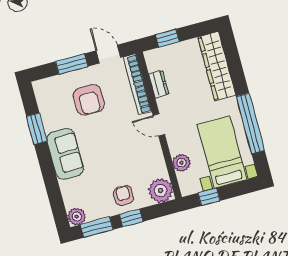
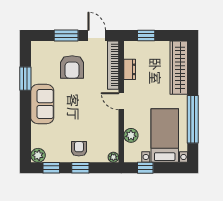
plant: (161, 191) -> (113, 157), width x0.53, depth x0.53
window: (97, 227) -> (51, 168), width x0.67

